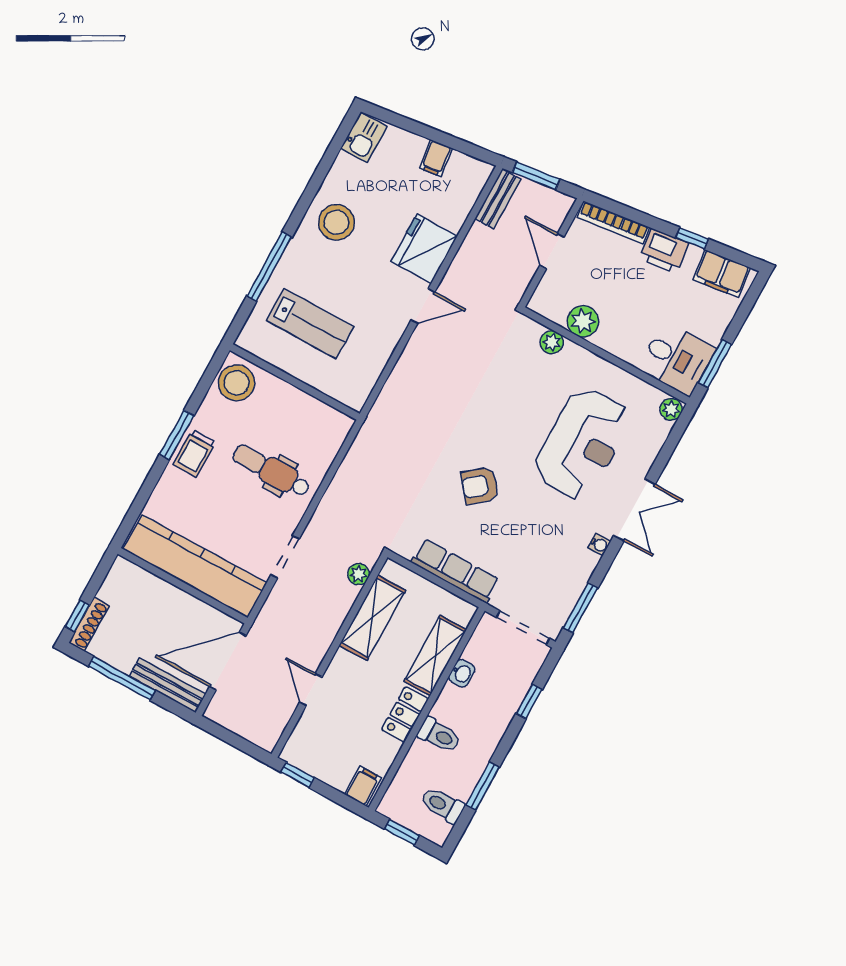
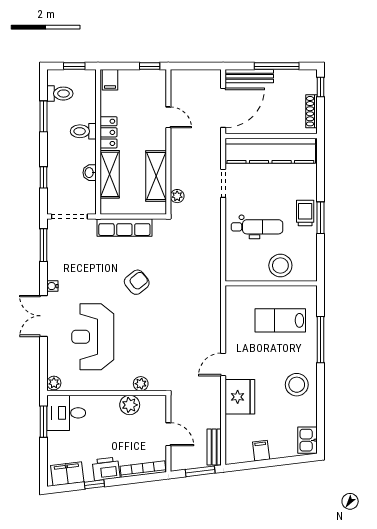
stool: (236, 383) -> (280, 265), moved
shoe rack: (89, 624) -> (311, 111), moved

